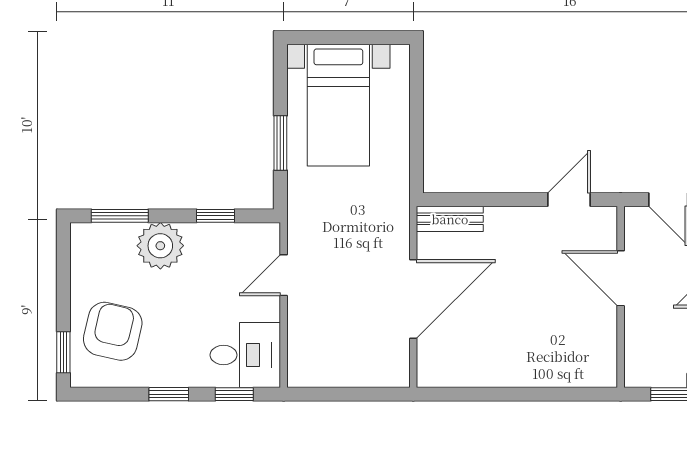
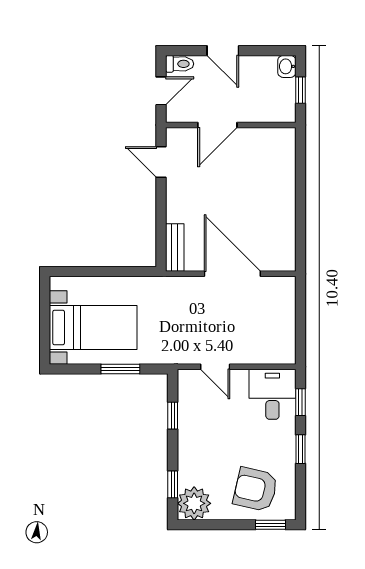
window: (120, 216) -> (173, 484), width x0.67
plant: (160, 246) -> (194, 503), moved

